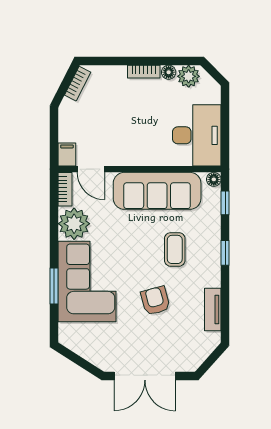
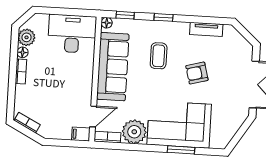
coffee table: (175, 249) -> (159, 56), turned 90

